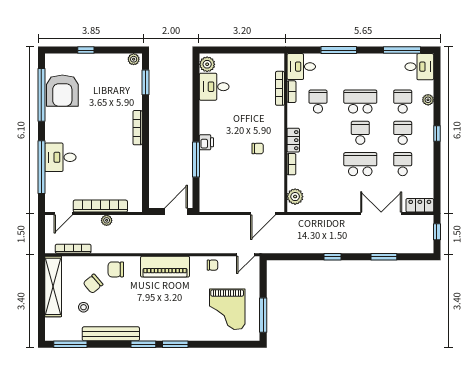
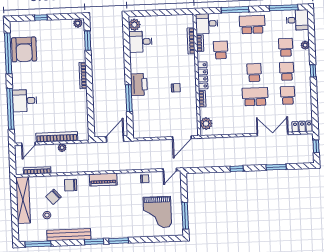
school desk: (360, 102) -> (252, 25), moved
locker: (293, 140) -> (203, 75), width x1.53
printer: (206, 142) -> (139, 85), width x1.87, depth x1.48
piano: (165, 267) -> (103, 180), width x0.73, depth x0.75

